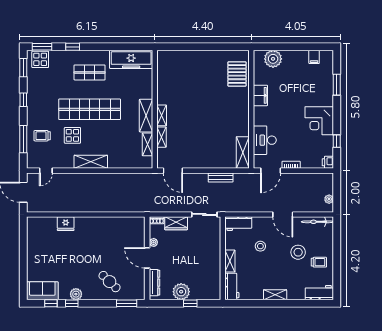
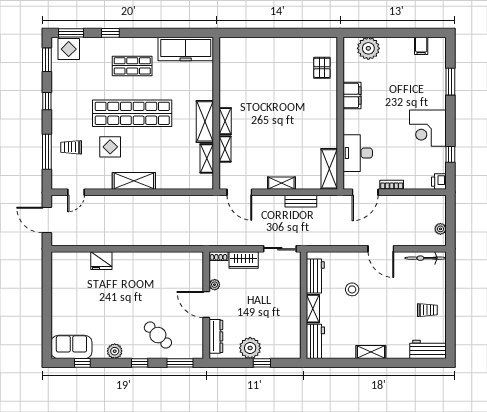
pallet: (237, 74) -> (322, 68), width x0.67, depth x0.71
shelving: (205, 164) -> (281, 183), added
workbench: (238, 224) -> (315, 276), moved, turned -90
stool: (298, 252) -> (401, 297), removed
window: (72, 303) -> (140, 363), moved

